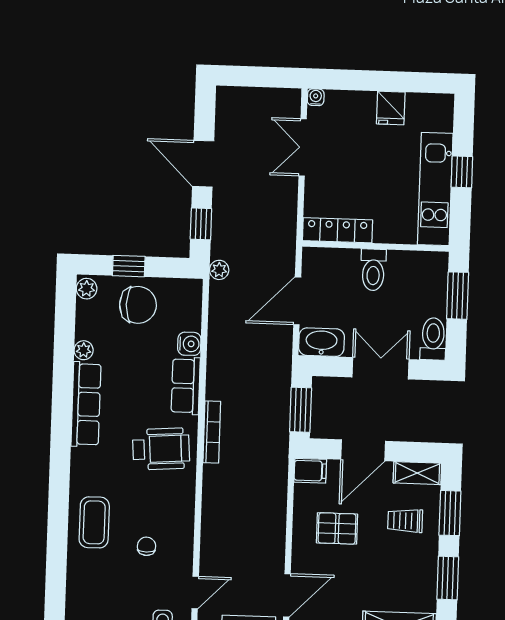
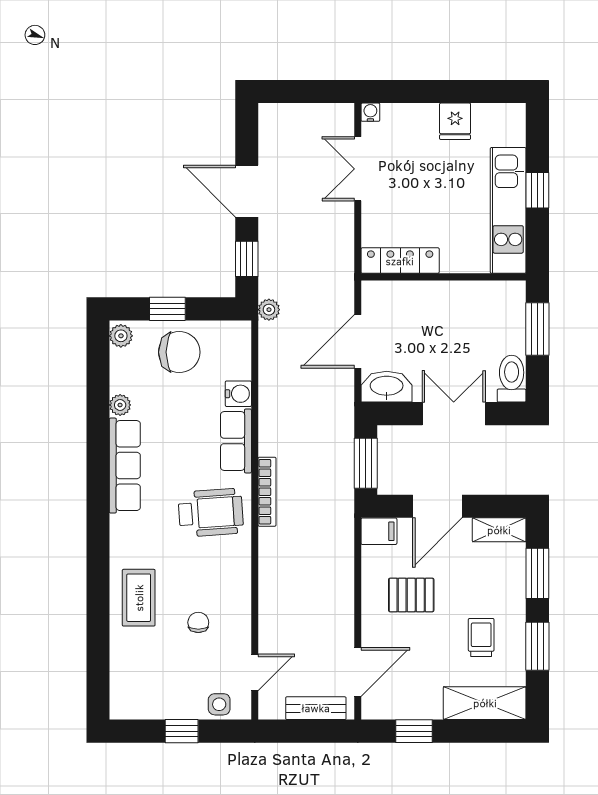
toilet: (373, 270) -> (442, 303), removed
trolley: (405, 521) -> (481, 638), moved, turned 90

